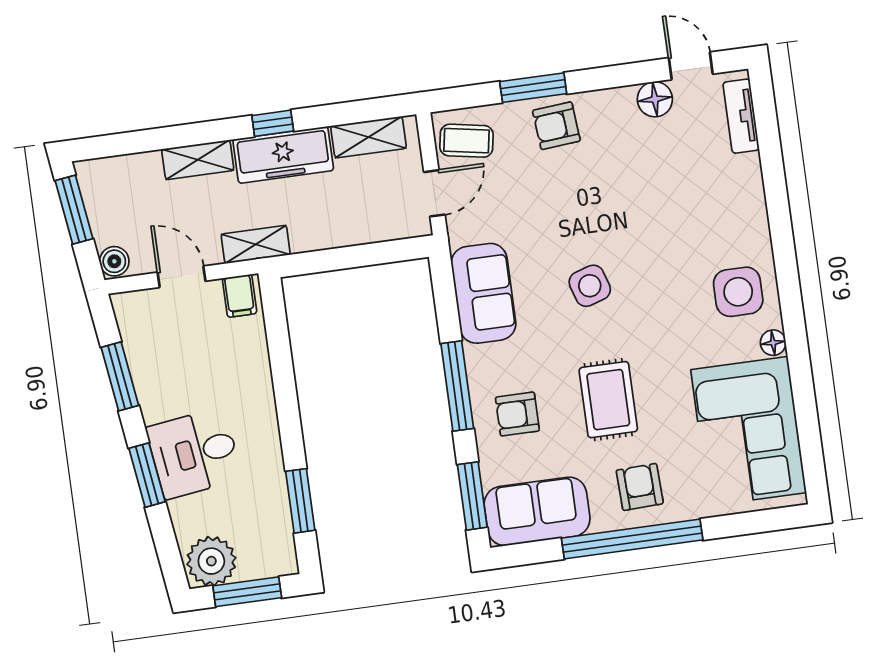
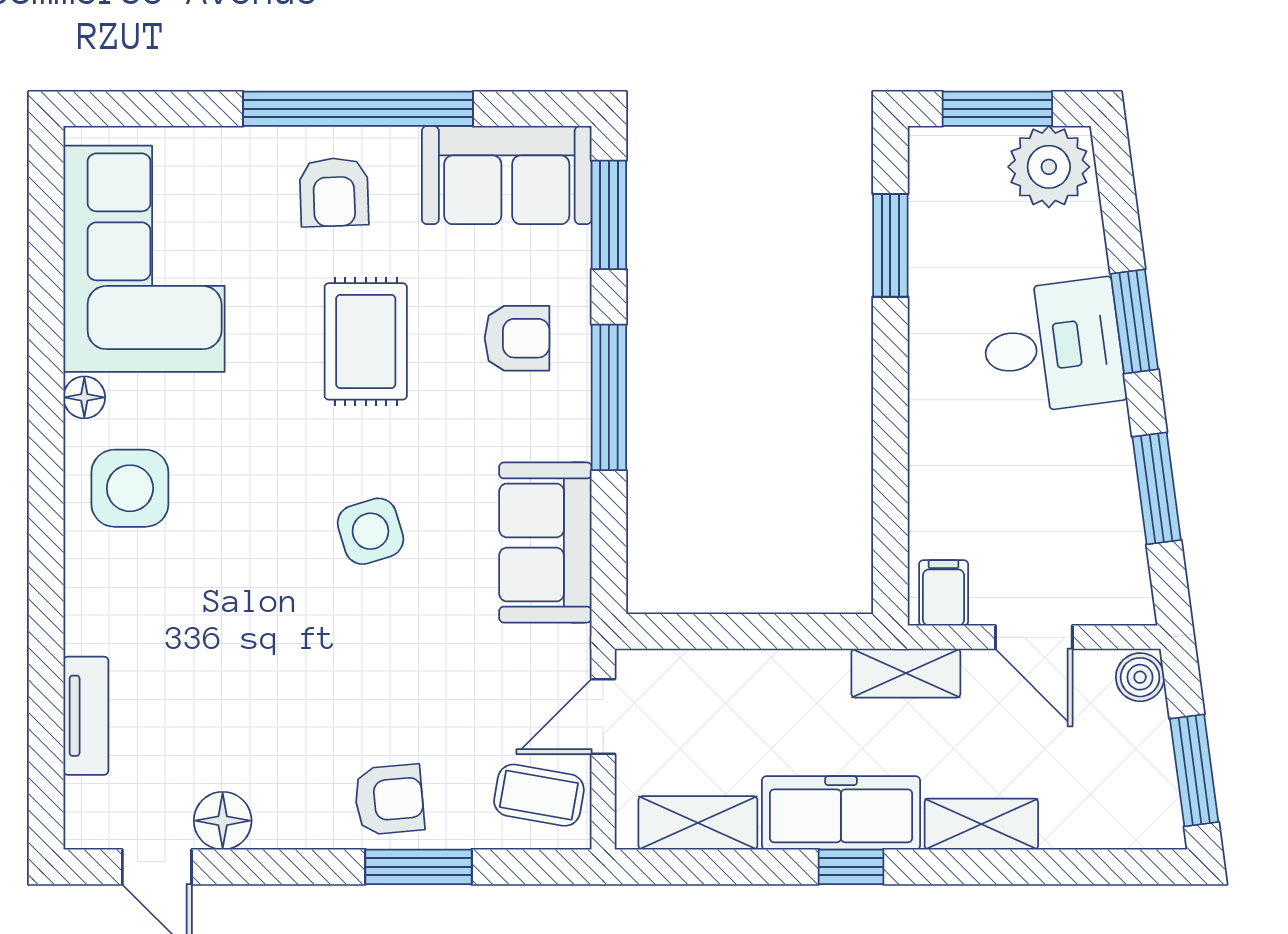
tv unit: (741, 116) -> (86, 716), moved

